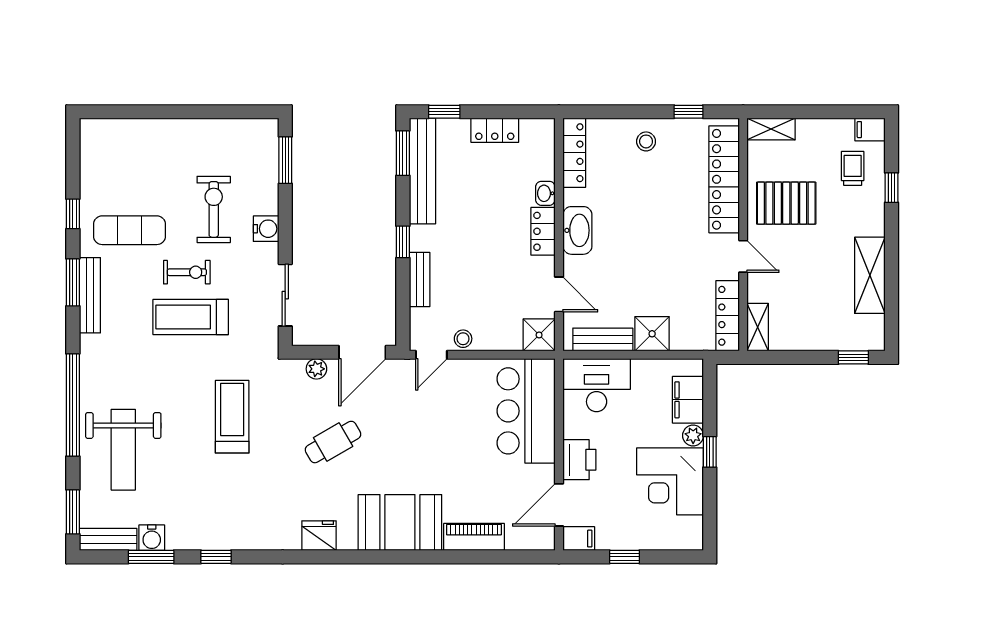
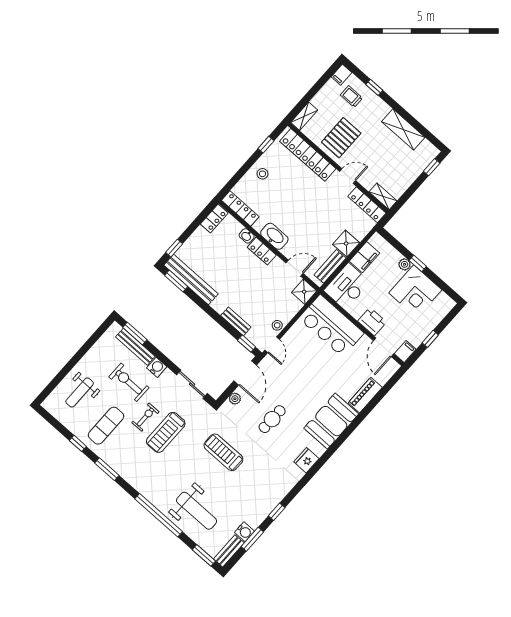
locker: (495, 130) -> (214, 219), moved
weight bench: (142, 156) -> (80, 392), added
window: (403, 242) -> (247, 344), moved
bench: (90, 295) -> (135, 347), moved
filing cabinet: (688, 400) -> (365, 257), moved, turned -90
cafe table: (333, 442) -> (272, 419), turned 31

